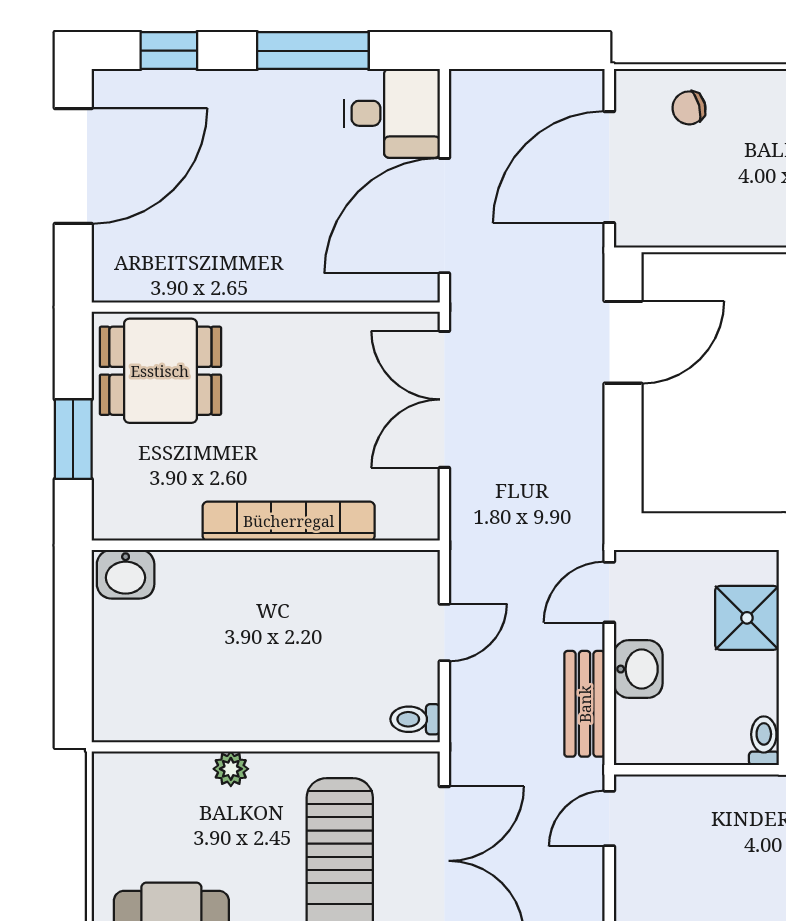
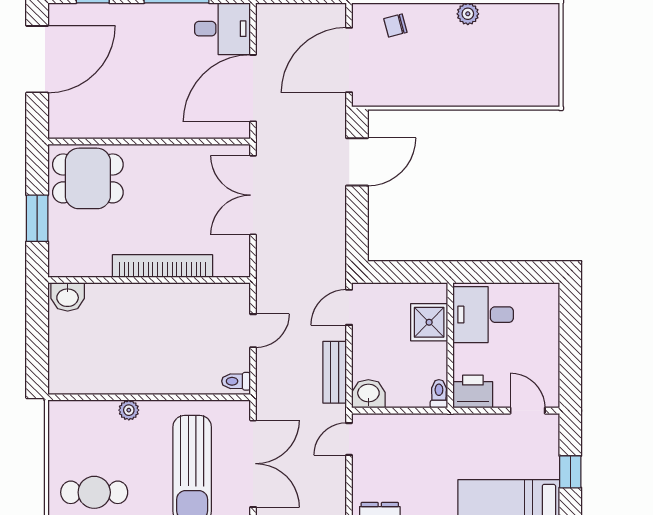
washbasin: (638, 669) -> (368, 394), moved, turned -90

